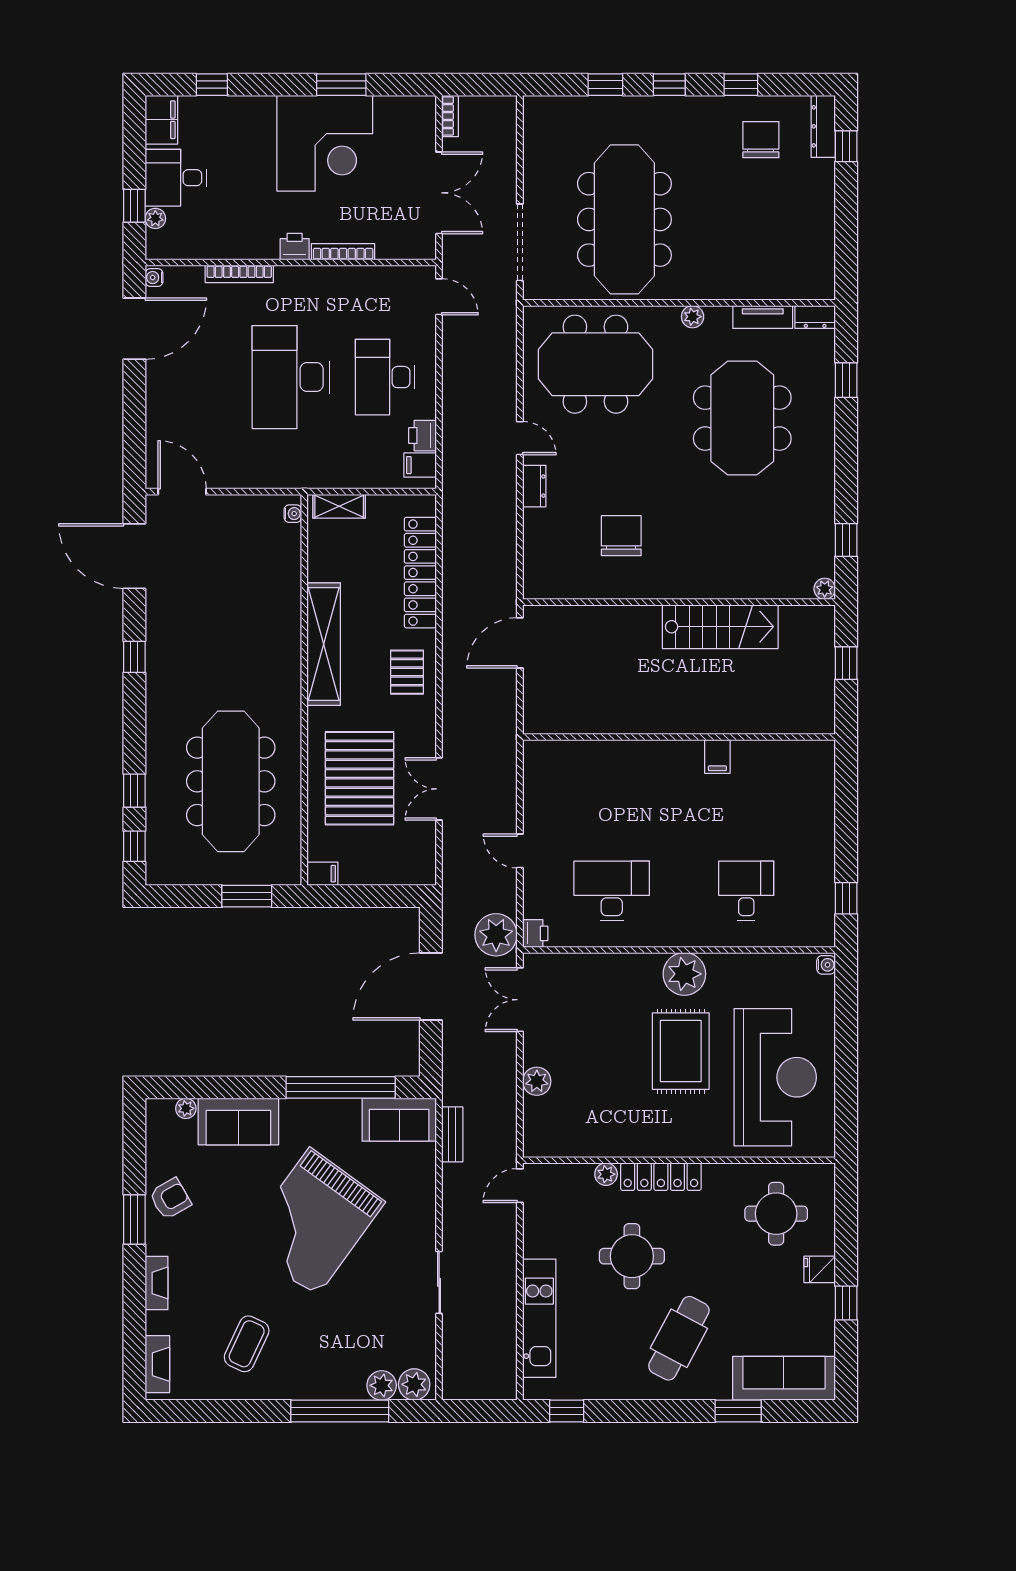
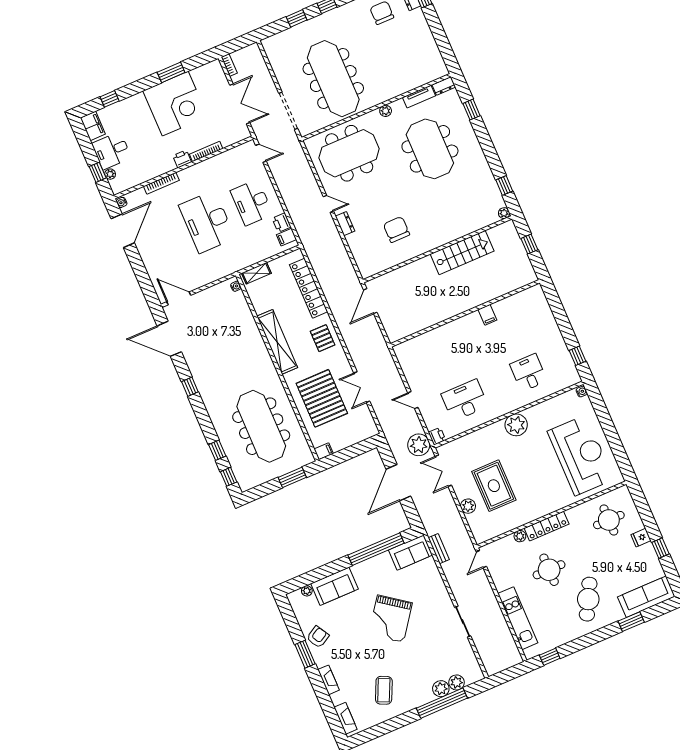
rug: (681, 1051) -> (494, 486), moved
grand piano: (313, 1222) -> (390, 619), width x0.73, depth x0.68
plant: (414, 1384) -> (441, 689), moved

